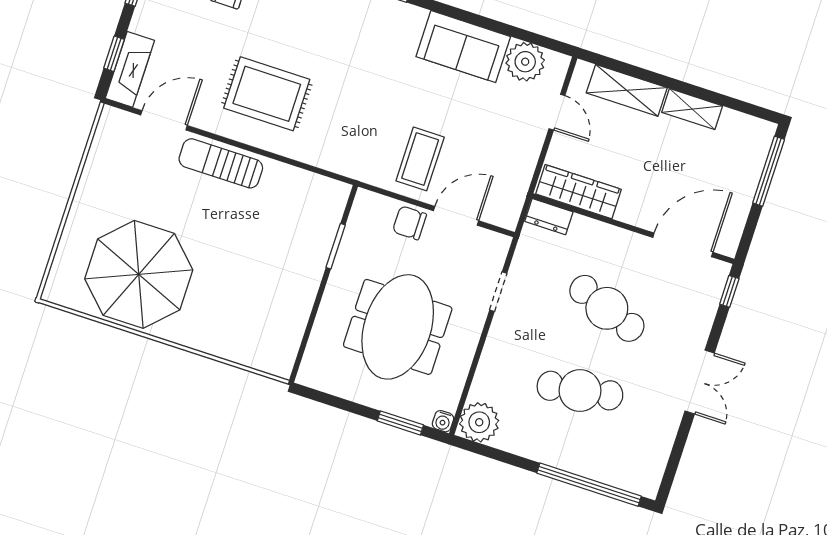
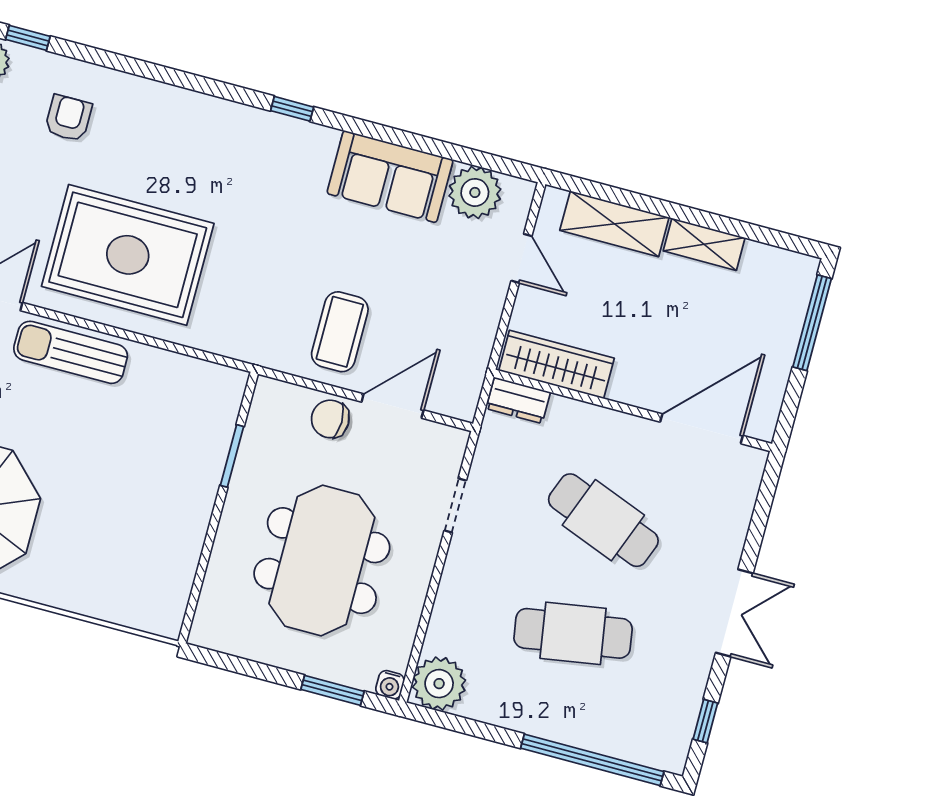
rug: (267, 94) -> (128, 255), width x1.37, depth x1.44
window: (729, 291) -> (705, 721), moved

